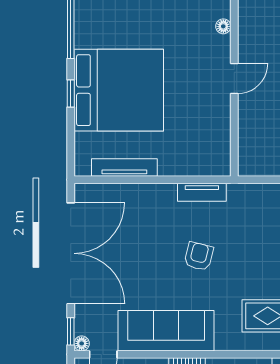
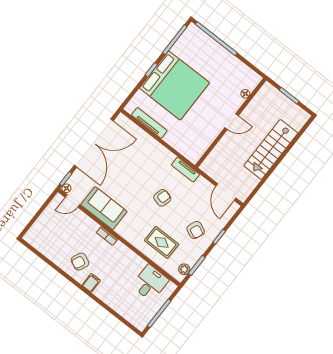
tv unit: (202, 192) -> (185, 170), moved
armchair: (199, 256) -> (162, 198), moved
sofa: (166, 331) -> (104, 208), width x0.73

